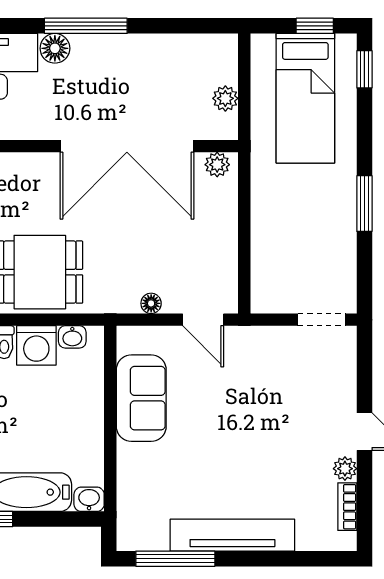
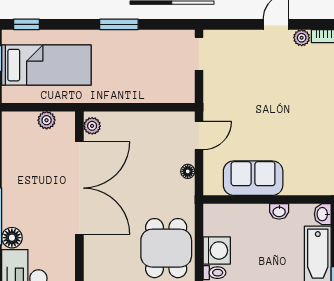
washbasin: (72, 337) -> (279, 211), moved, turned 90

